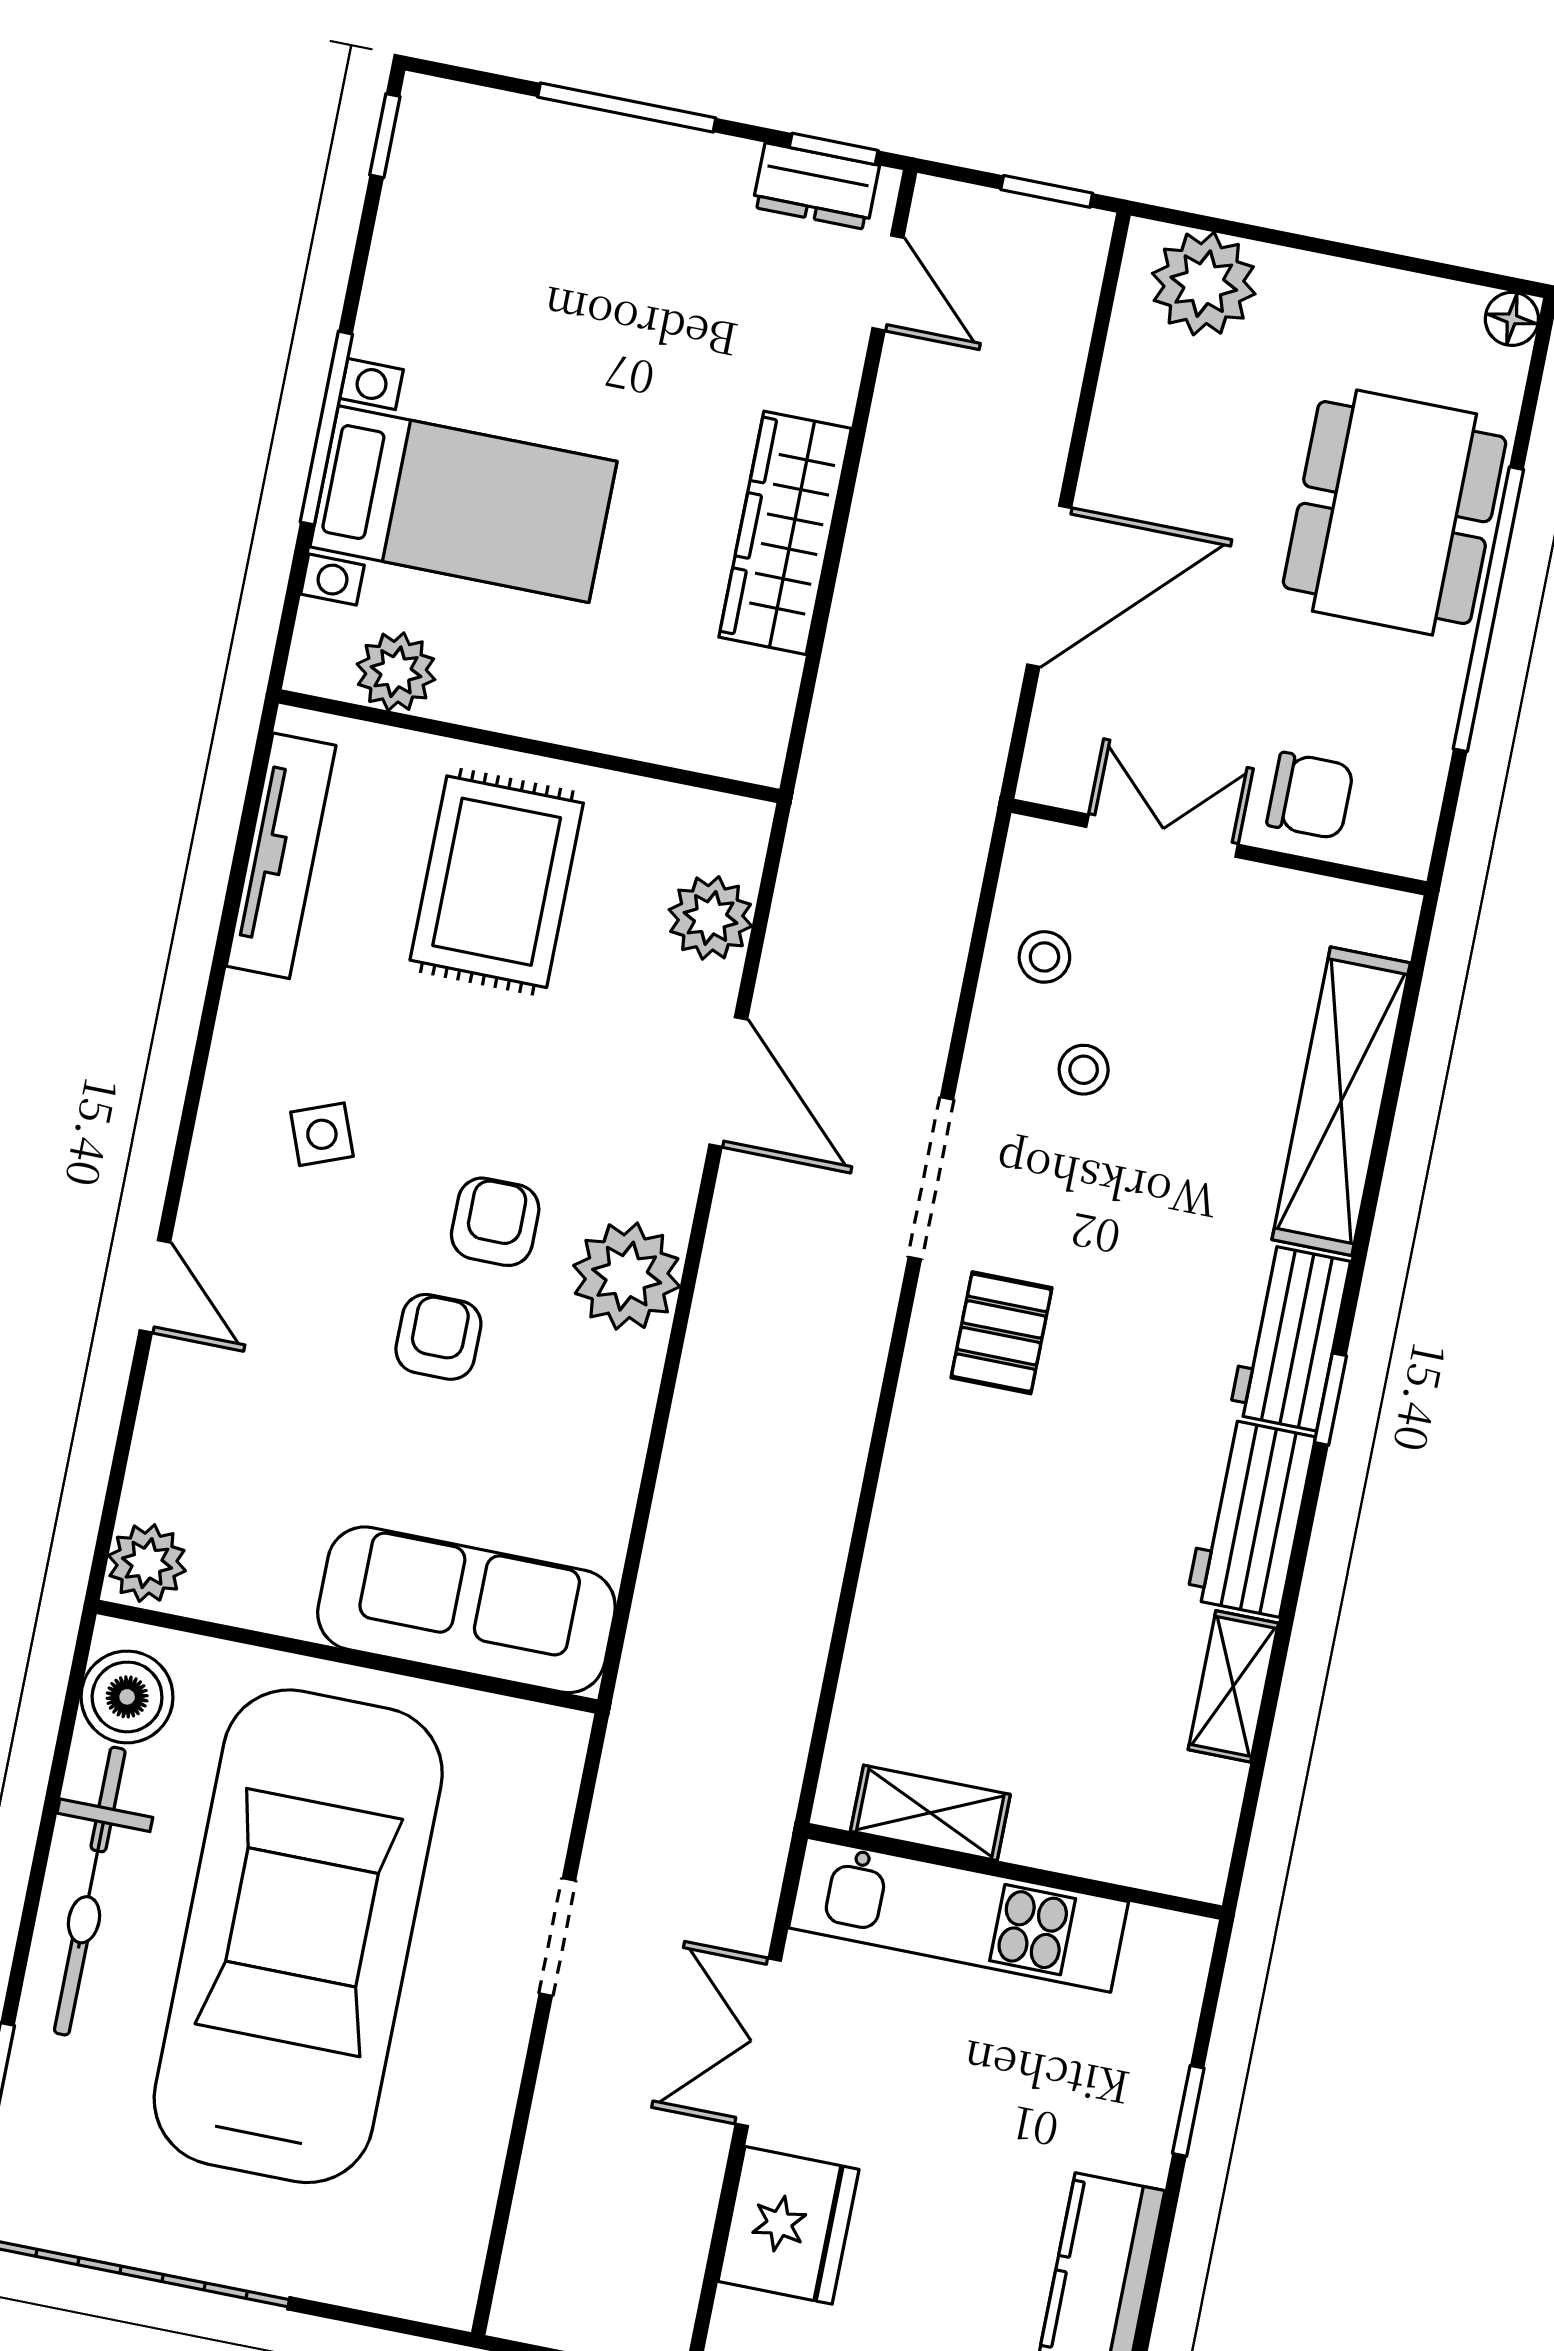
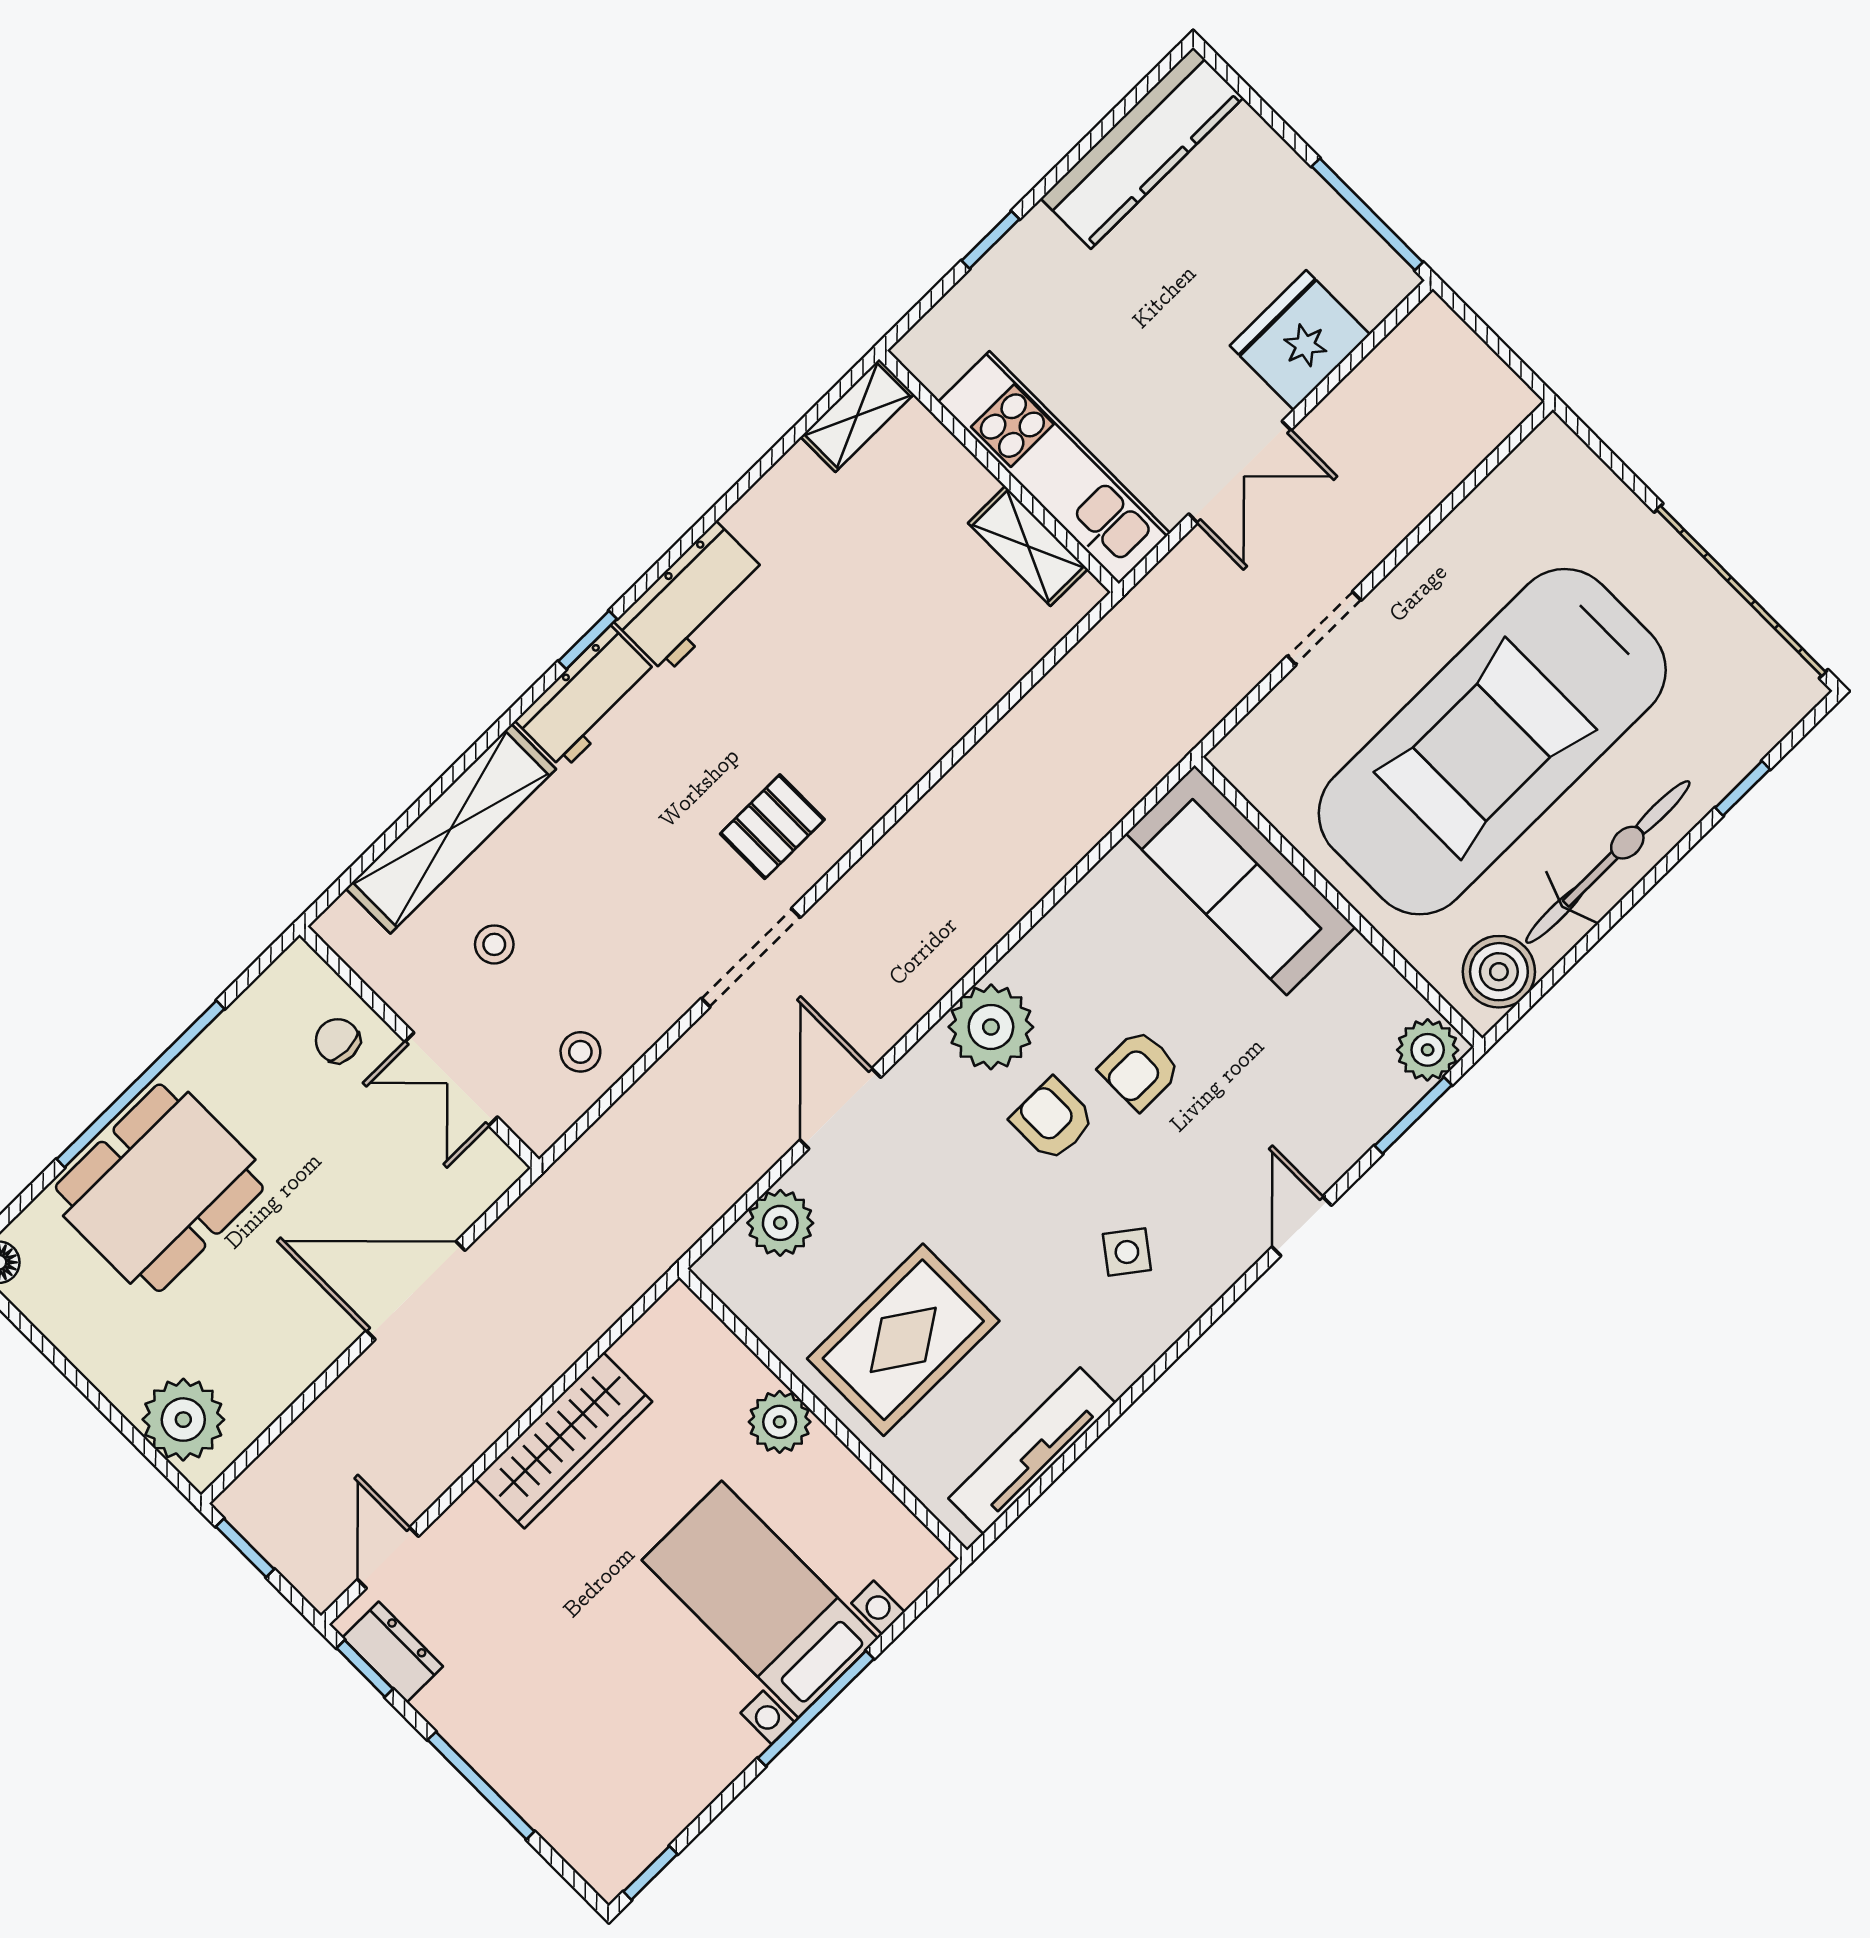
plant: (396, 672) -> (780, 1422), moved
chair: (1310, 796) -> (338, 1041), width x0.73, depth x0.73
stool: (1084, 1070) -> (494, 944), moved
side table: (322, 1134) -> (1127, 1252), turned -32
armchair: (495, 1222) -> (1053, 1120), turned 90
window: (115, 1483) -> (1413, 1115), added
shelving: (1233, 1686) -> (857, 415), moved

